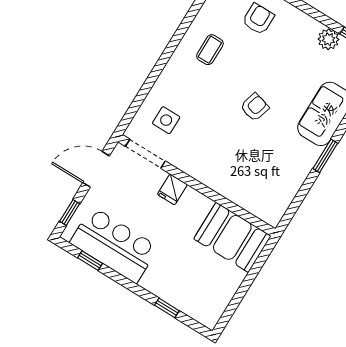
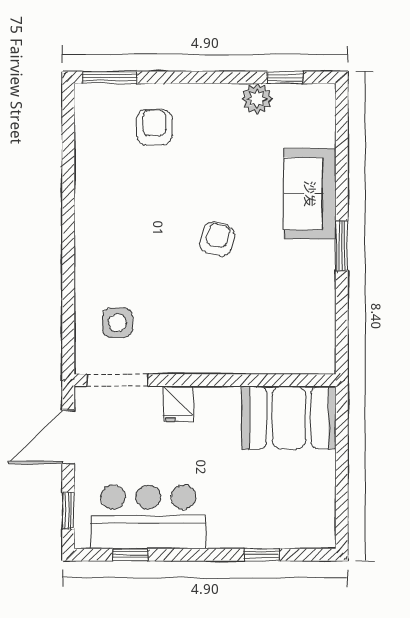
coffee table: (210, 50) -> (118, 202), removed

